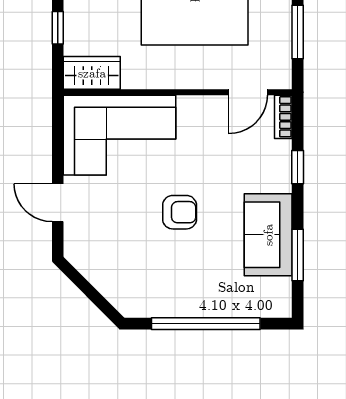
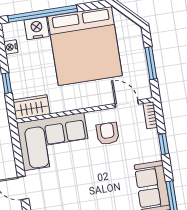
door: (248, 92) -> (127, 104), swing flipped
armchair: (180, 212) -> (108, 133), moved, turned -90

